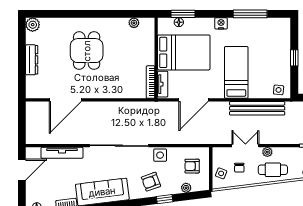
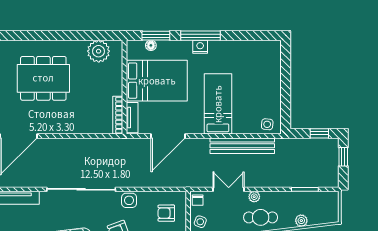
window: (250, 14) -> (201, 36), moved
plant: (134, 23) -> (99, 51), width x1.88, depth x1.88
dining table: (87, 51) -> (43, 78), width x1.38
window: (294, 58) -> (286, 87), removed
chair: (239, 168) -> (198, 200), moved

